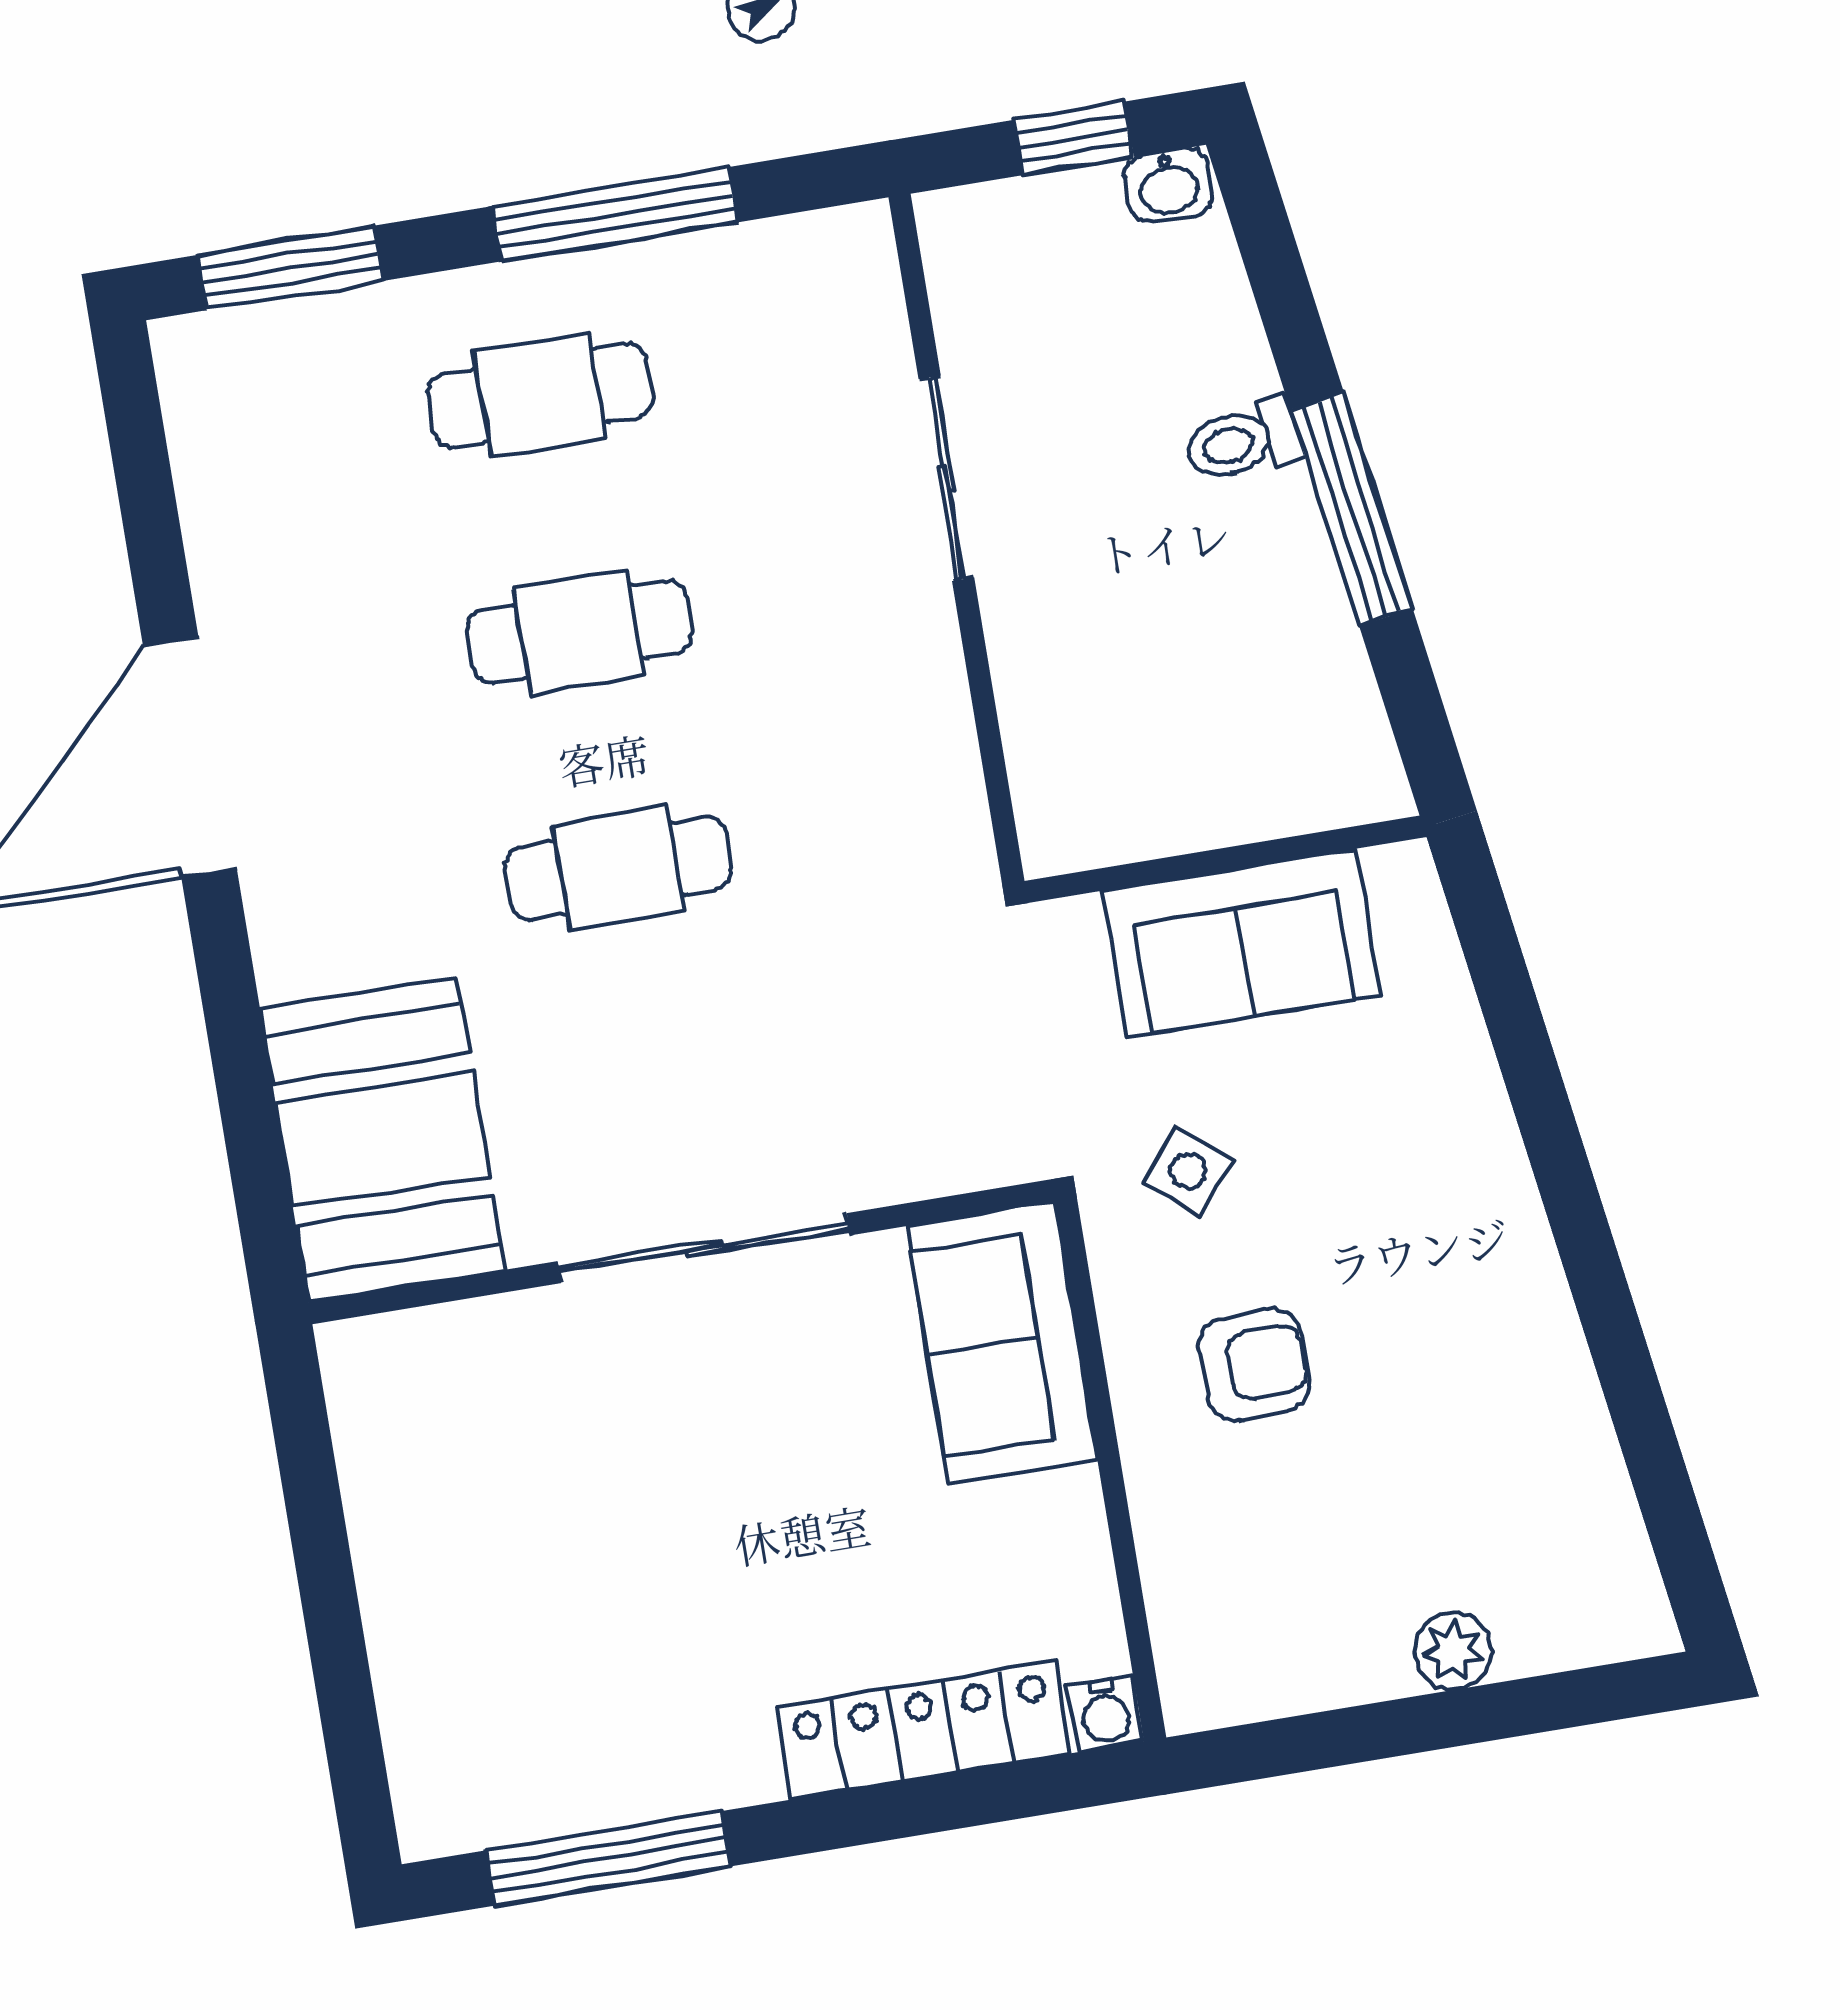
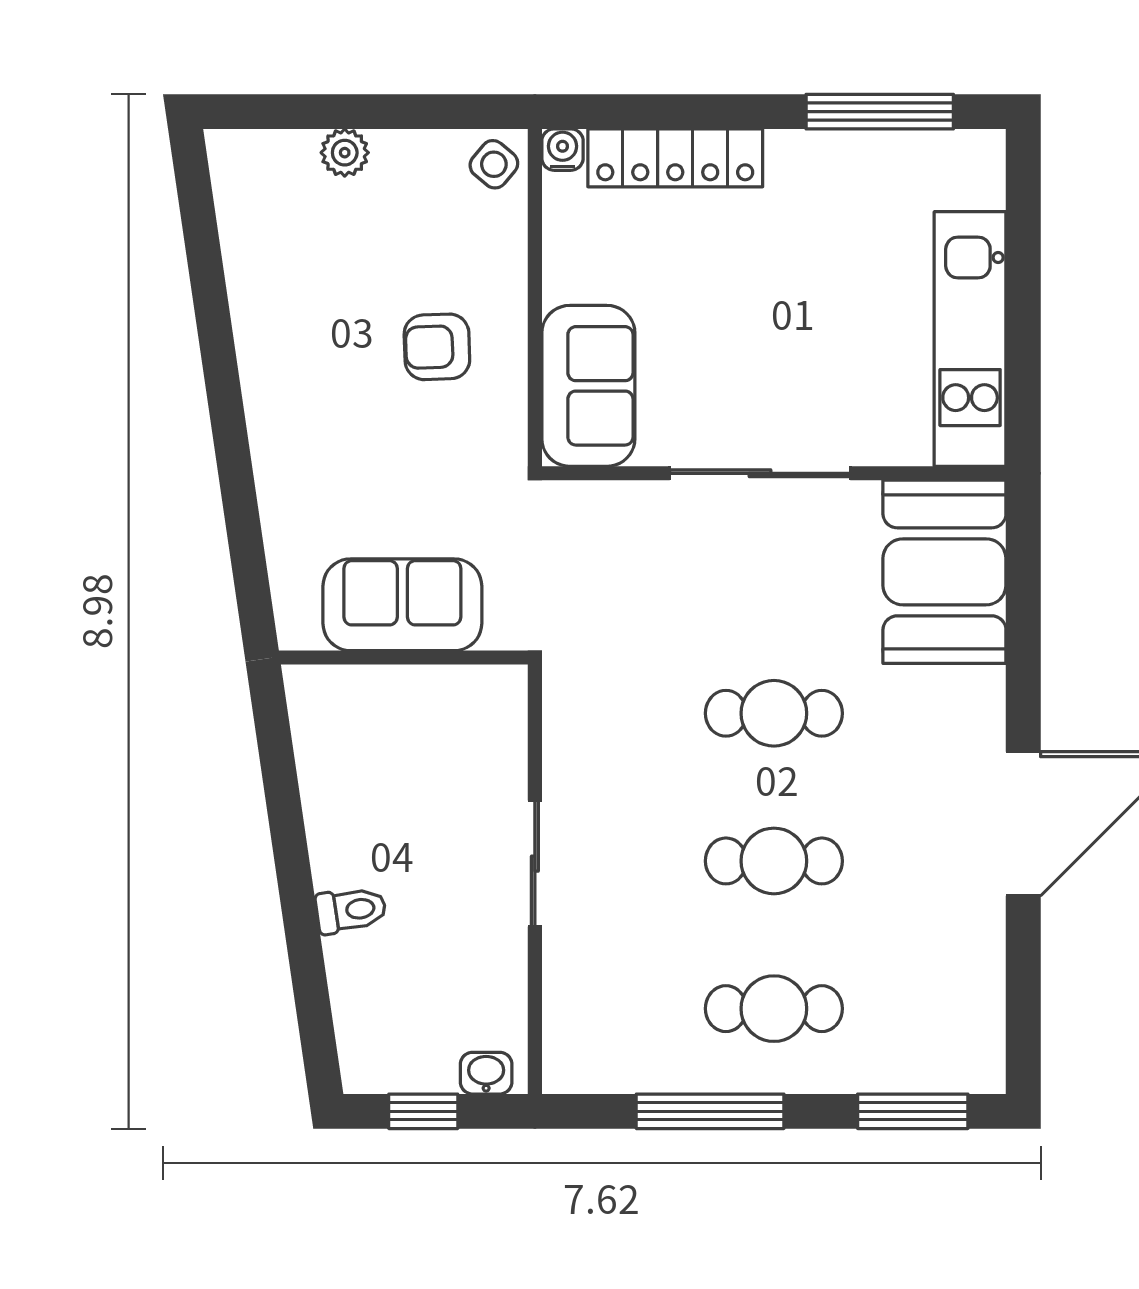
washbasin: (1169, 185) -> (486, 1073), moved
sliding door: (946, 478) -> (535, 864), moved
window: (1351, 509) -> (292, 858), removed
side table: (1188, 1171) -> (494, 164), moved
kitchen unit: (403, 1519) -> (970, 339), added

